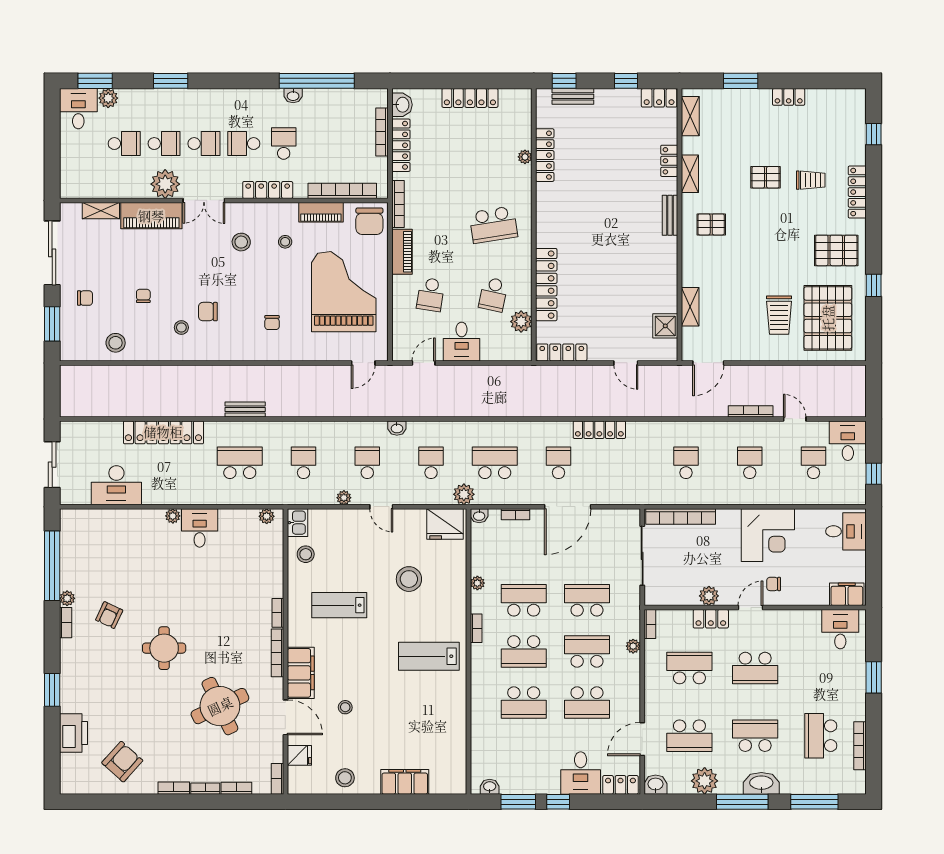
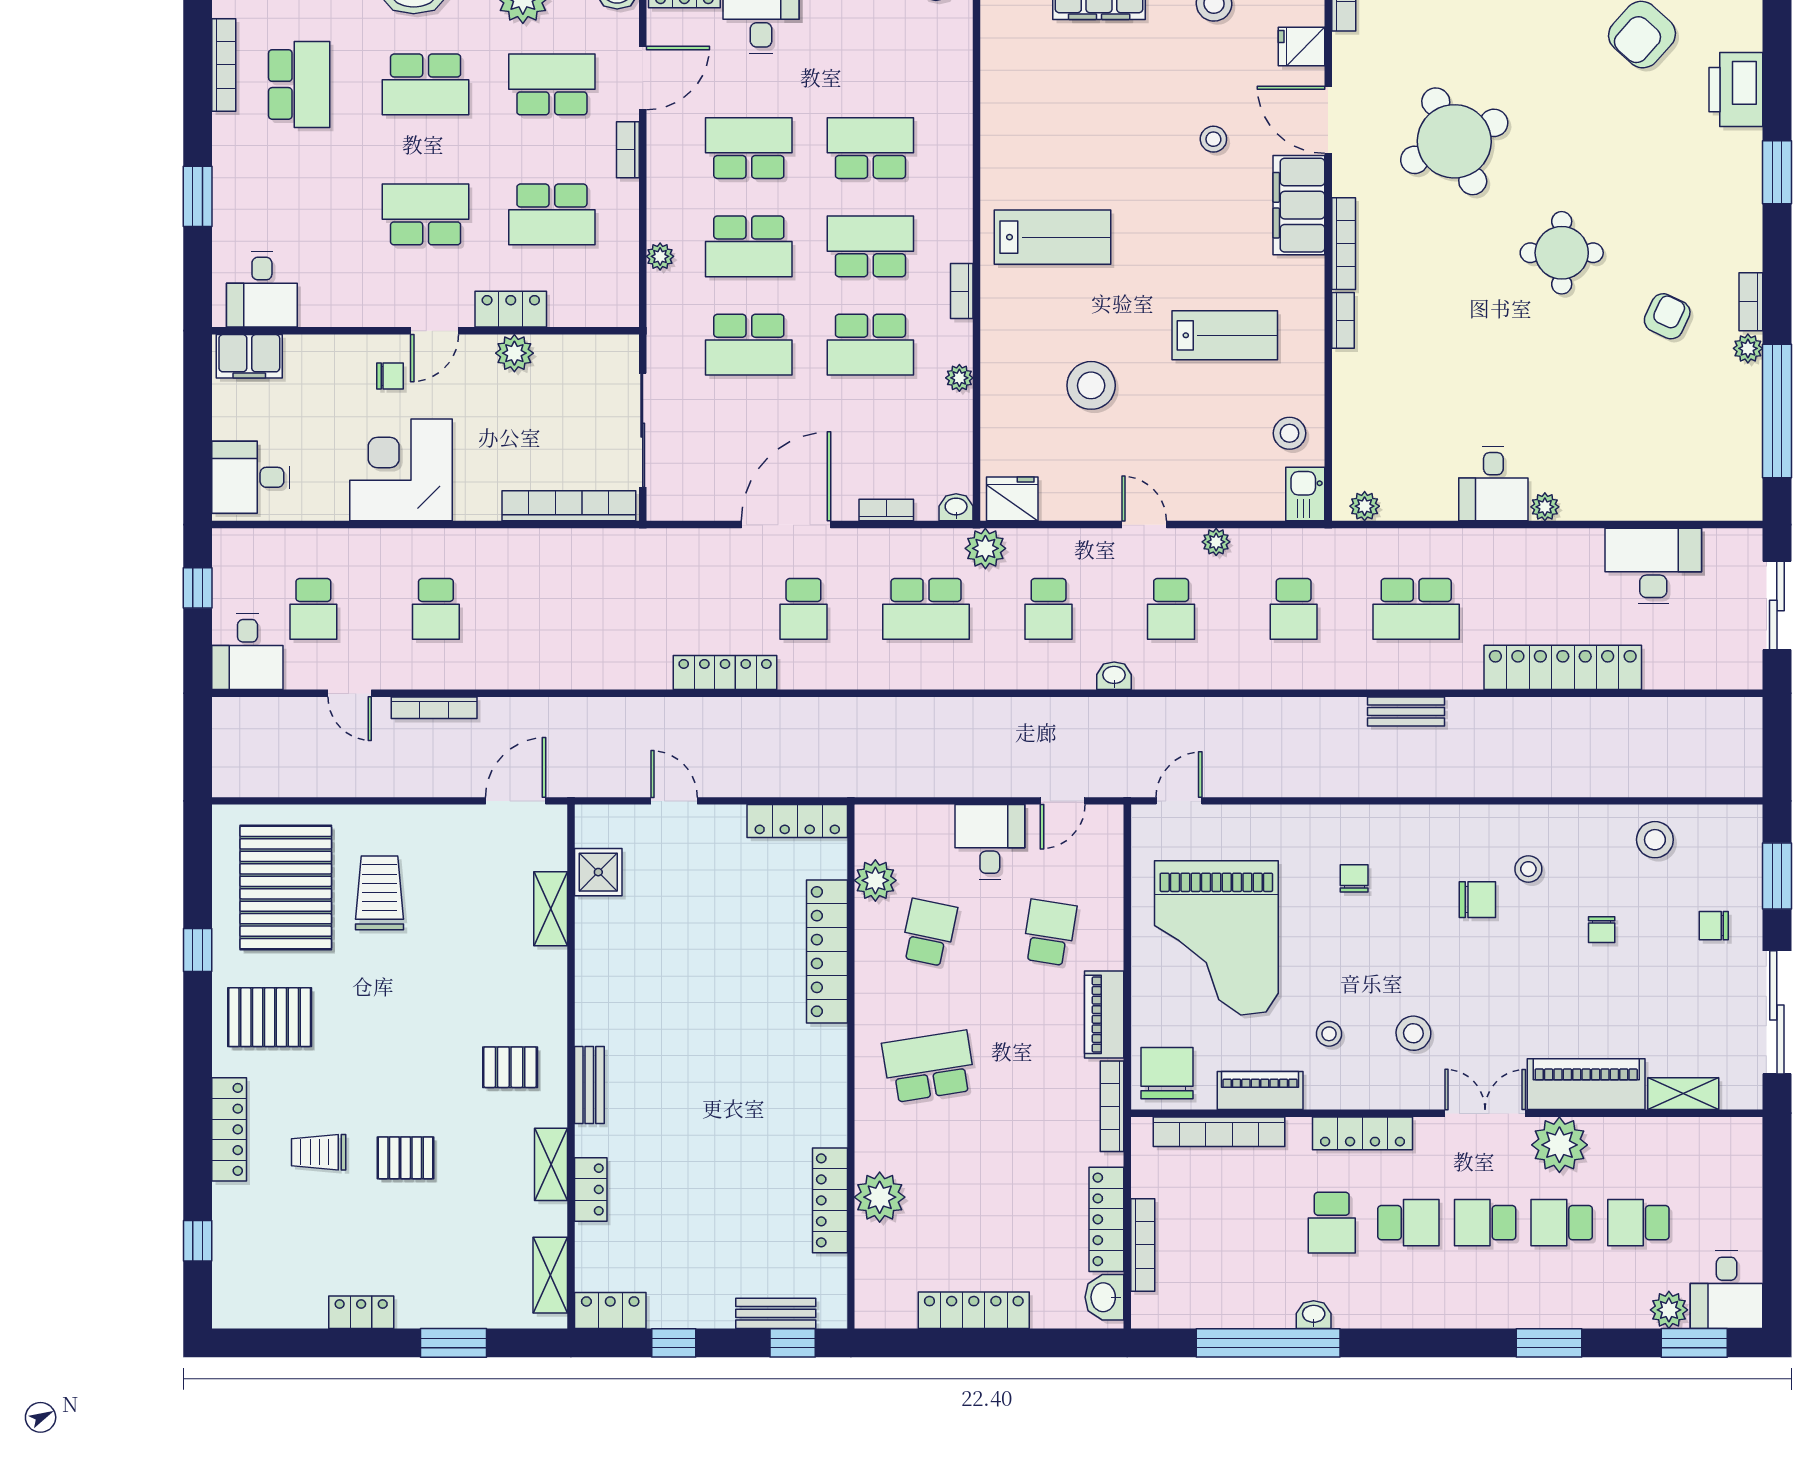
plant: (525, 157) -> (880, 1197), width x1.87, depth x1.87
school desk: (686, 463) -> (558, 609), removed
fridge: (445, 524) -> (1012, 499), width x0.73, depth x0.75
bookcase: (650, 624) -> (628, 150), moved

